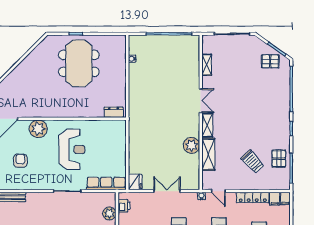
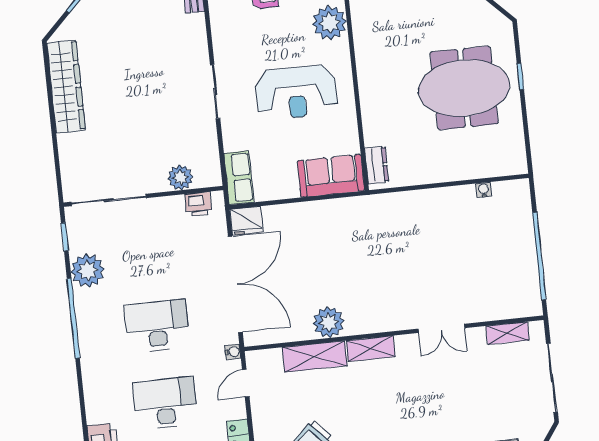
shelving: (207, 65) -> (508, 333), moved
double door: (201, 101) -> (441, 328), moved
sofa: (117, 136) -> (331, 176), added
row of seats: (106, 184) -> (239, 178), width x0.68
double door: (167, 191) -> (235, 284), width x1.87

